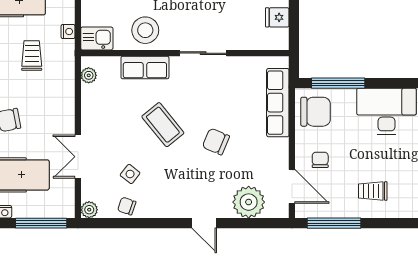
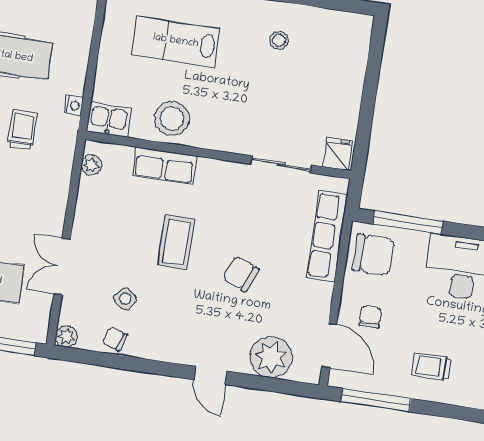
fridge: (277, 17) -> (337, 154), moved, turned 90
sliding door: (203, 53) -> (281, 164), moved
coffee table: (163, 125) -> (176, 242), turned 39

